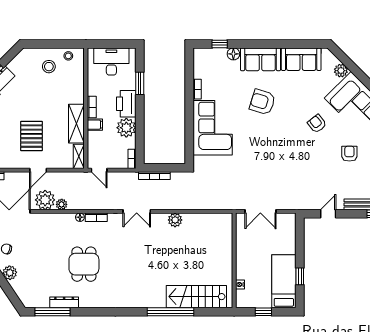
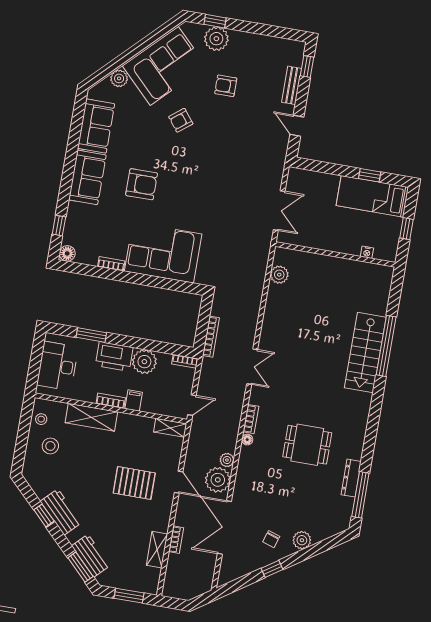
floor lamp: (233, 54) -> (67, 253), moved
armchair: (262, 102) -> (142, 184), turned -107
shelving: (76, 124) -> (91, 417), moved
plant: (175, 220) -> (279, 275), moved
stairs: (196, 297) -> (365, 353), moved

